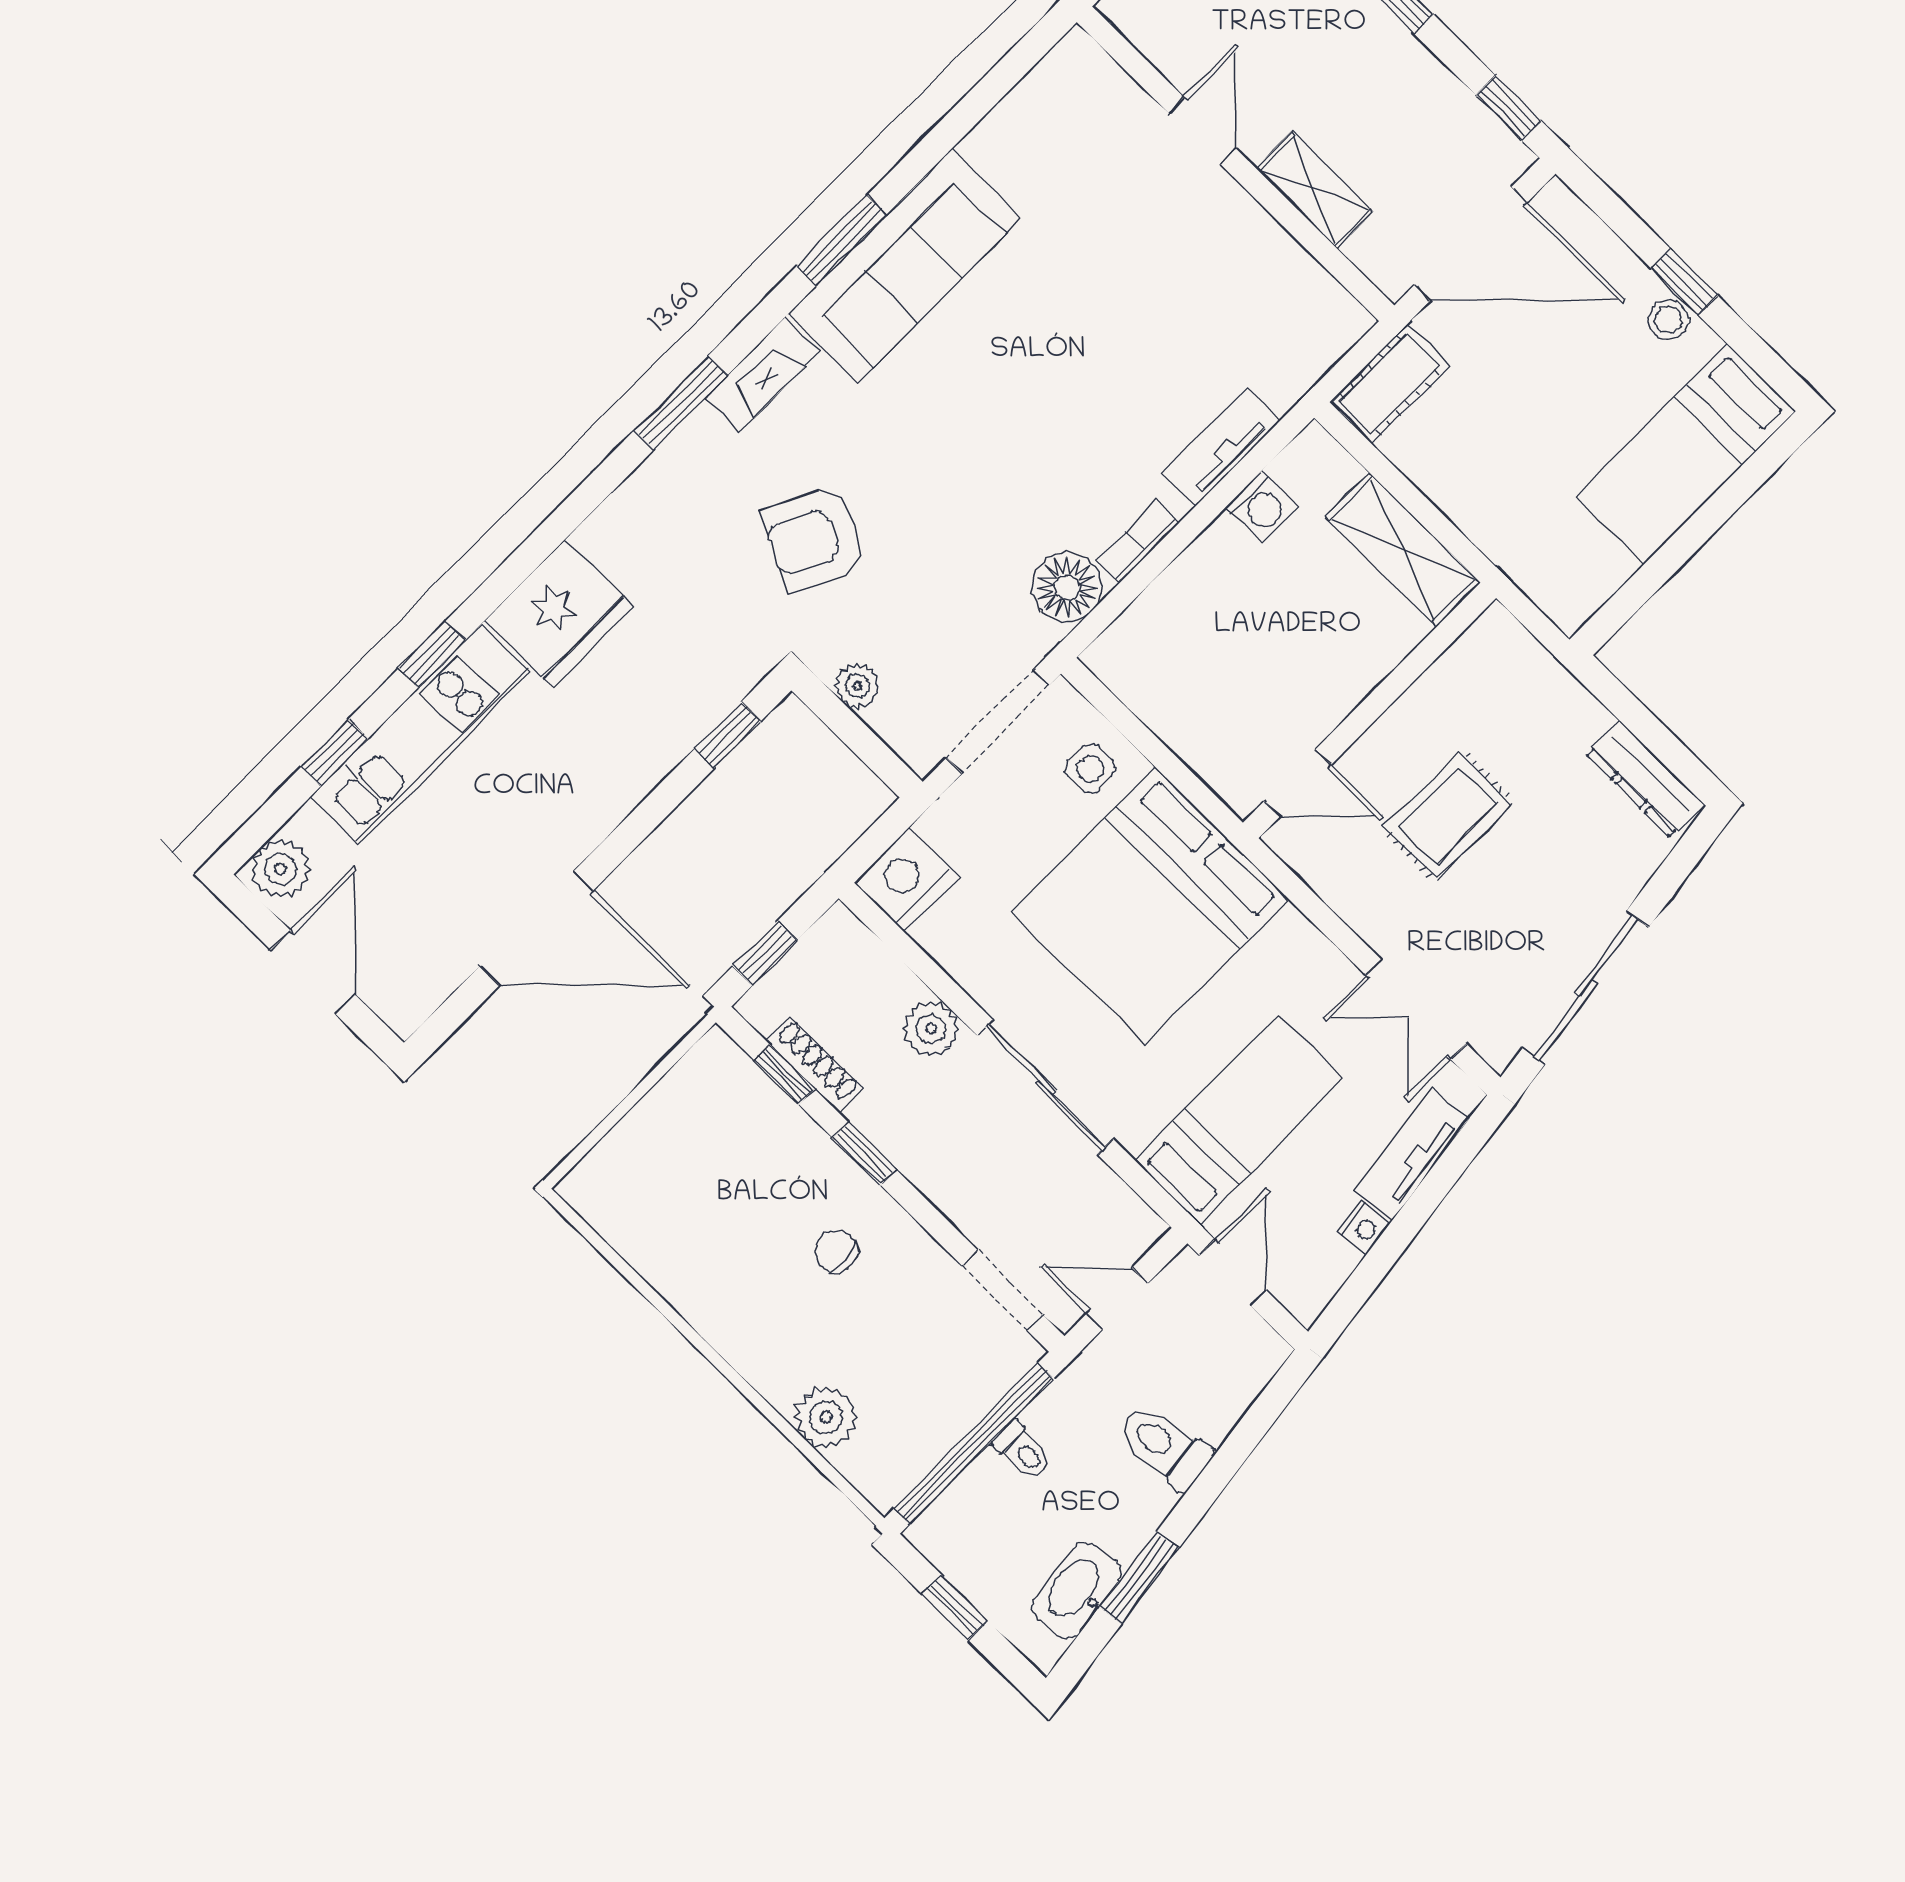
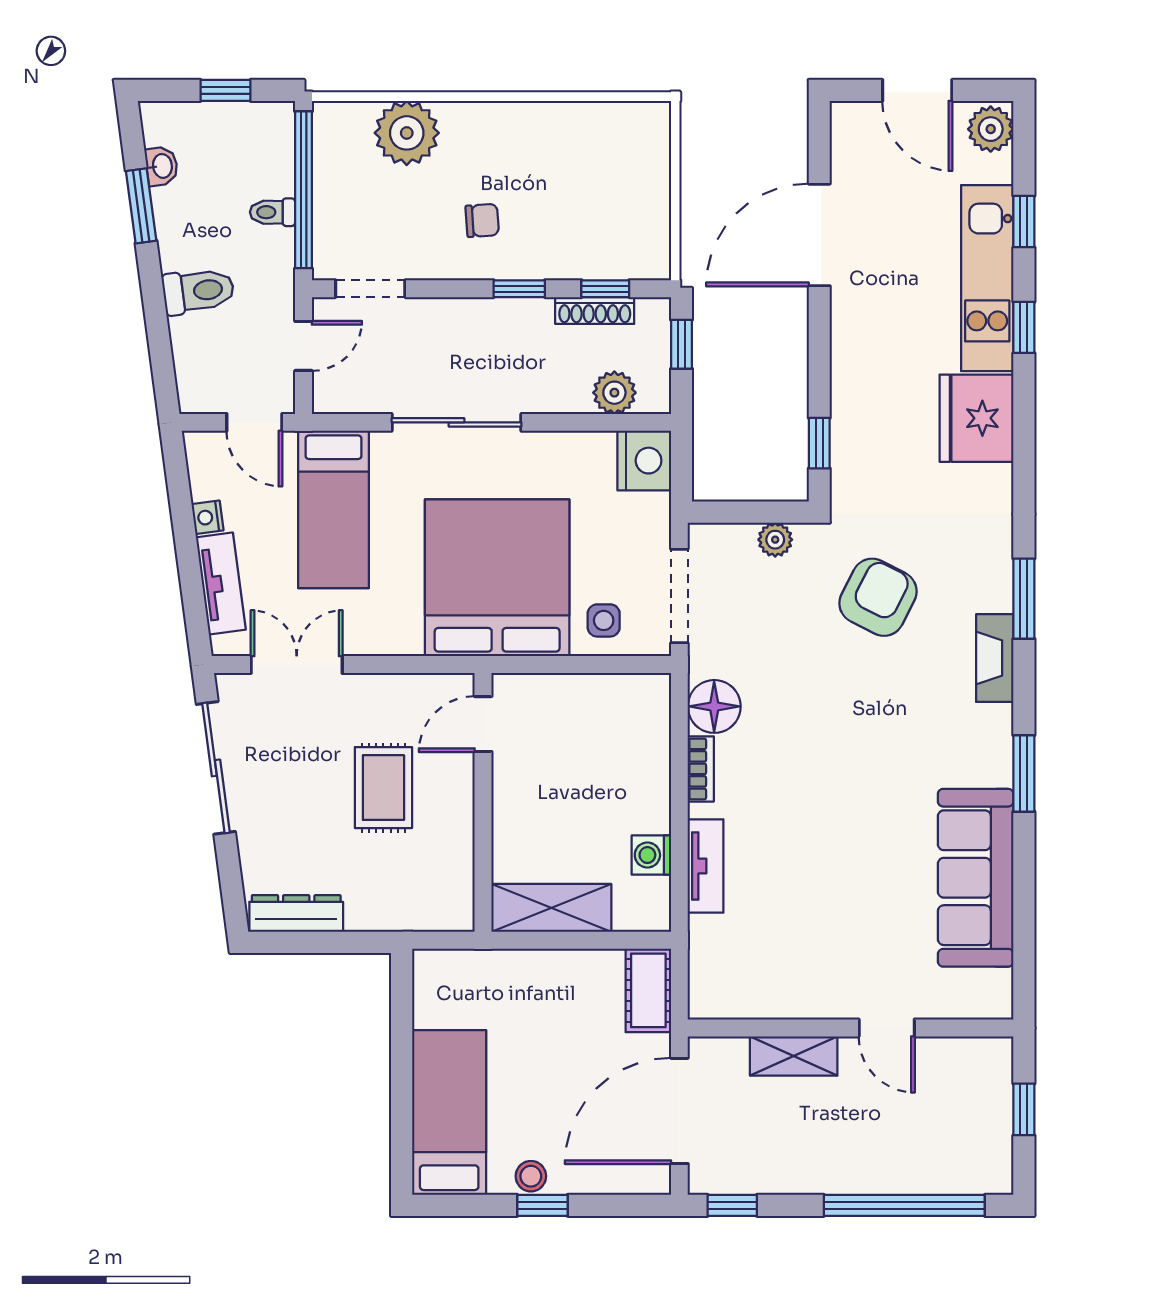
sofa: (905, 266) -> (976, 878), moved
plant: (931, 1029) -> (614, 393), moved
plant: (826, 1417) -> (407, 133), width x1.36, depth x1.36
washbasin: (1077, 1591) -> (162, 166), width x0.52, depth x0.69

